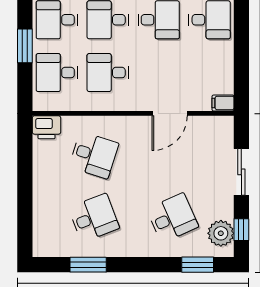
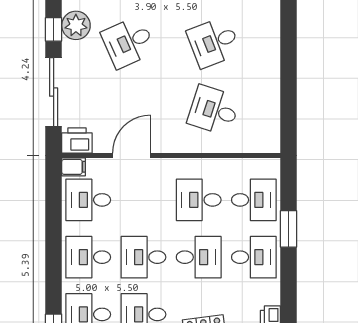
desk: (108, 73) -> (199, 200), turned 180
desk: (210, 73) -> (88, 200), added
printer: (47, 127) -> (77, 140), moved
sliding door: (241, 172) -> (54, 92), width x1.37

